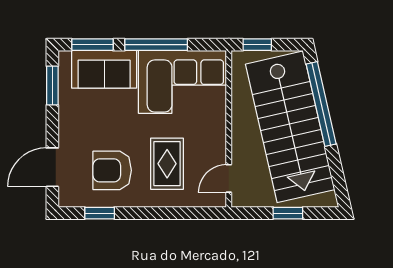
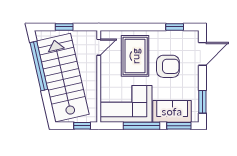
window: (321, 104) -> (39, 66), moved
rug: (167, 164) -> (135, 56), width x1.36, depth x1.43
armchair: (112, 170) -> (168, 66), moved

